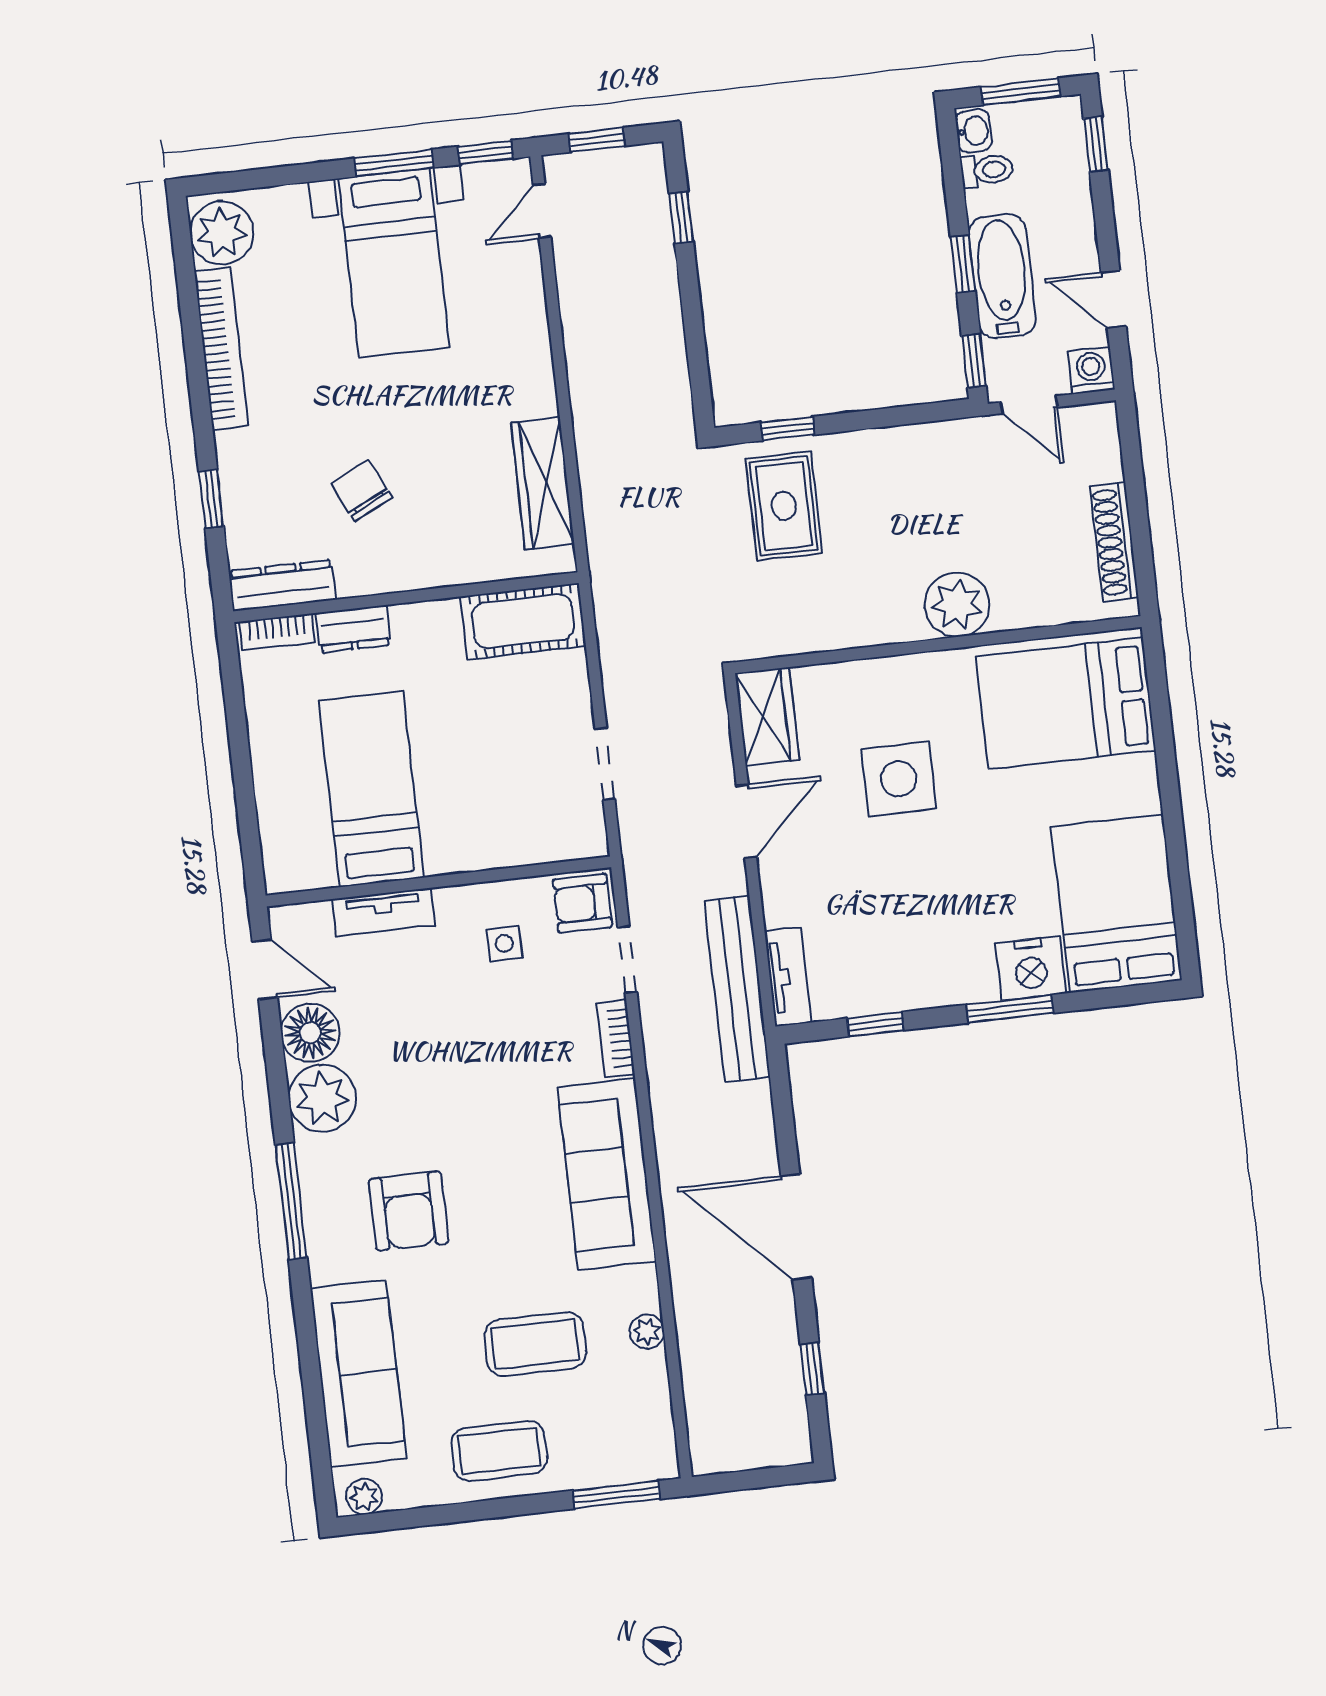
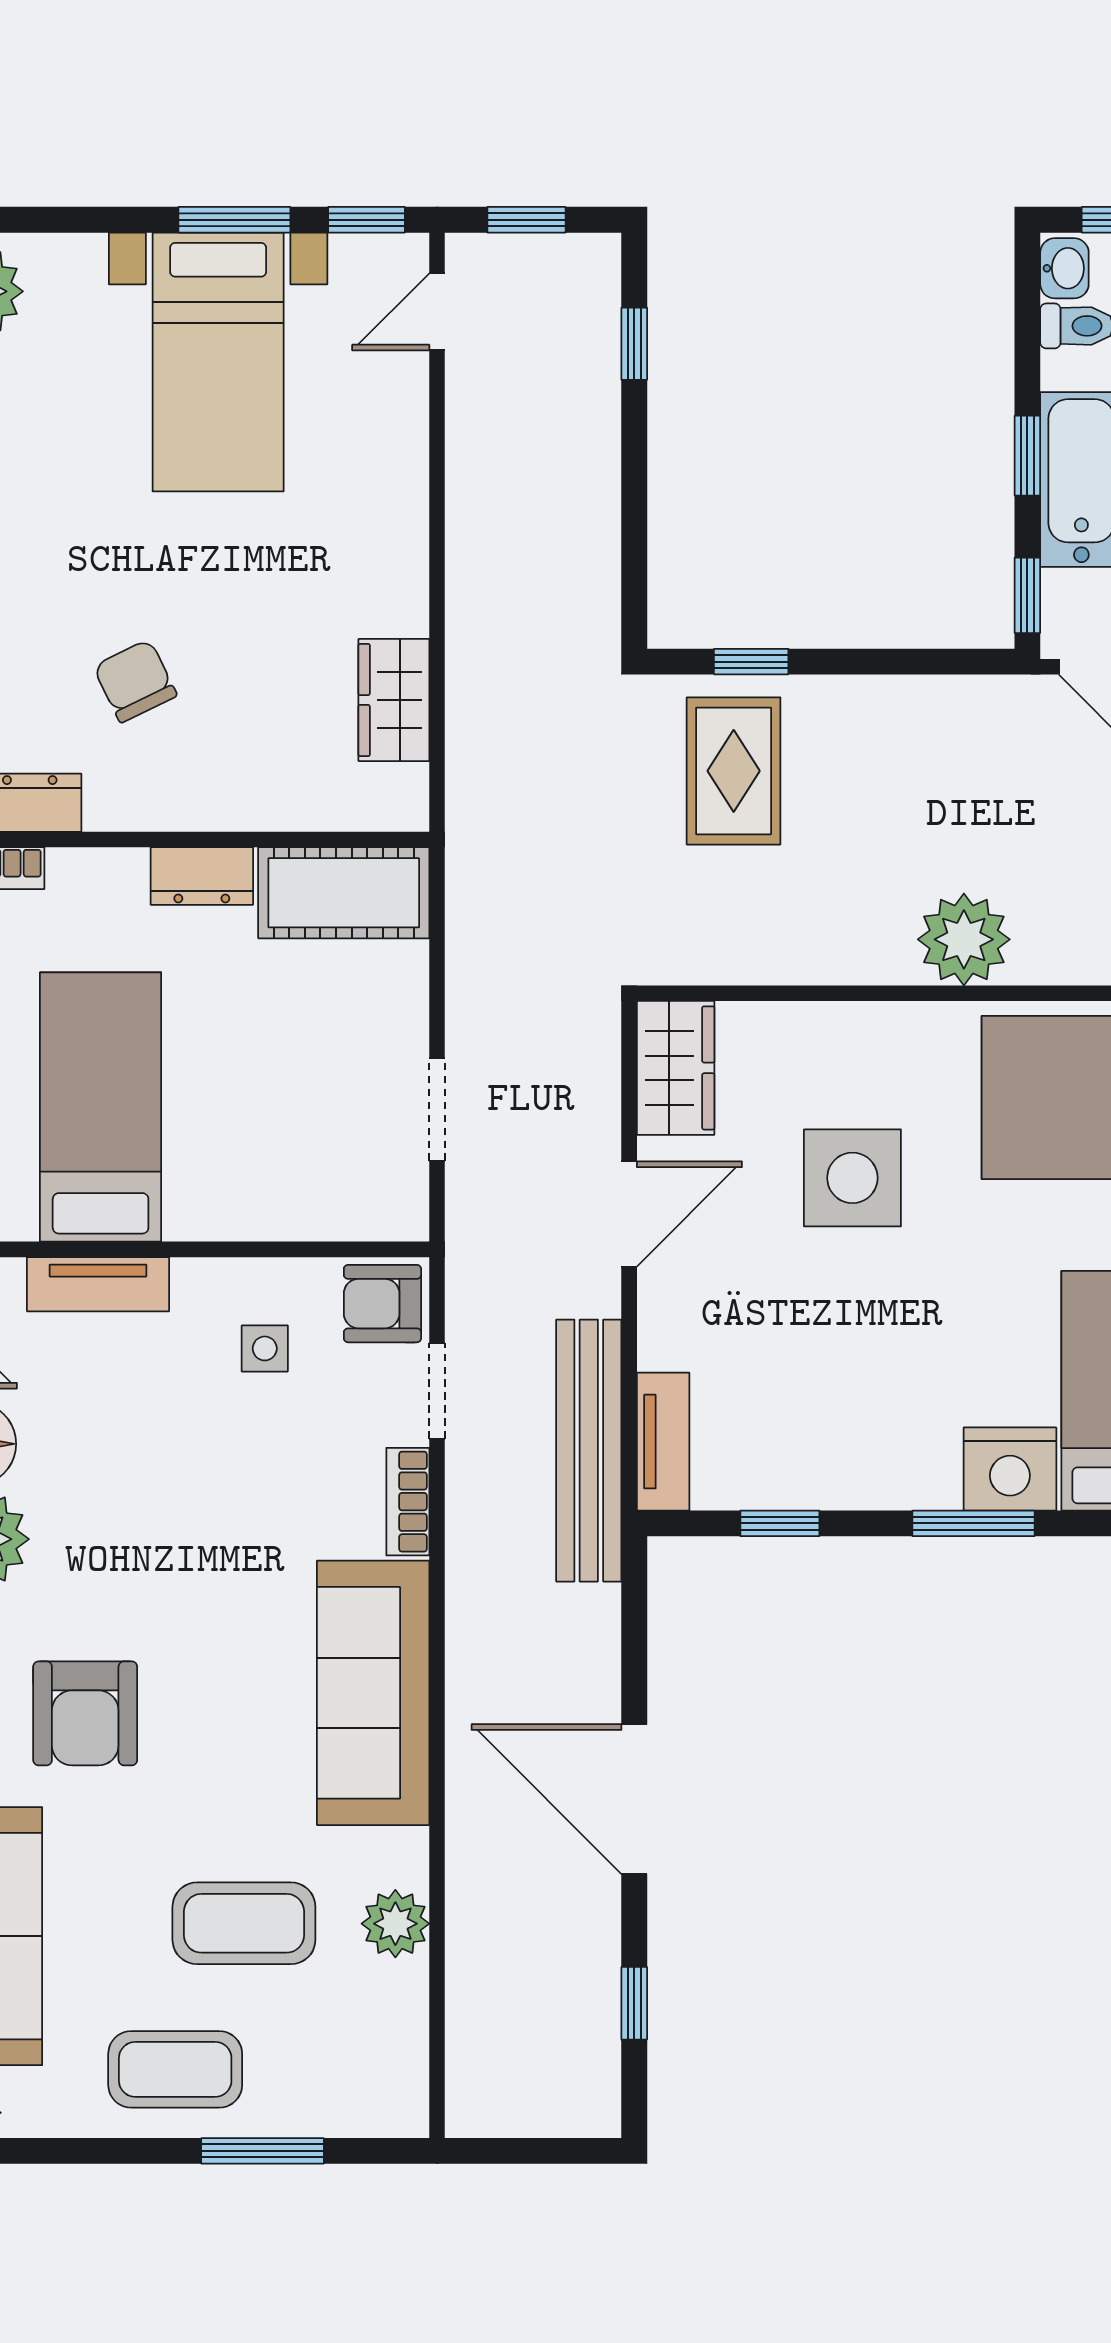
wardrobe: (543, 484) -> (394, 700), width x0.67
dresser: (353, 629) -> (202, 876), moved
plant: (647, 1332) -> (395, 1924), width x1.38, depth x1.38
window: (616, 1495) -> (263, 2151), moved

